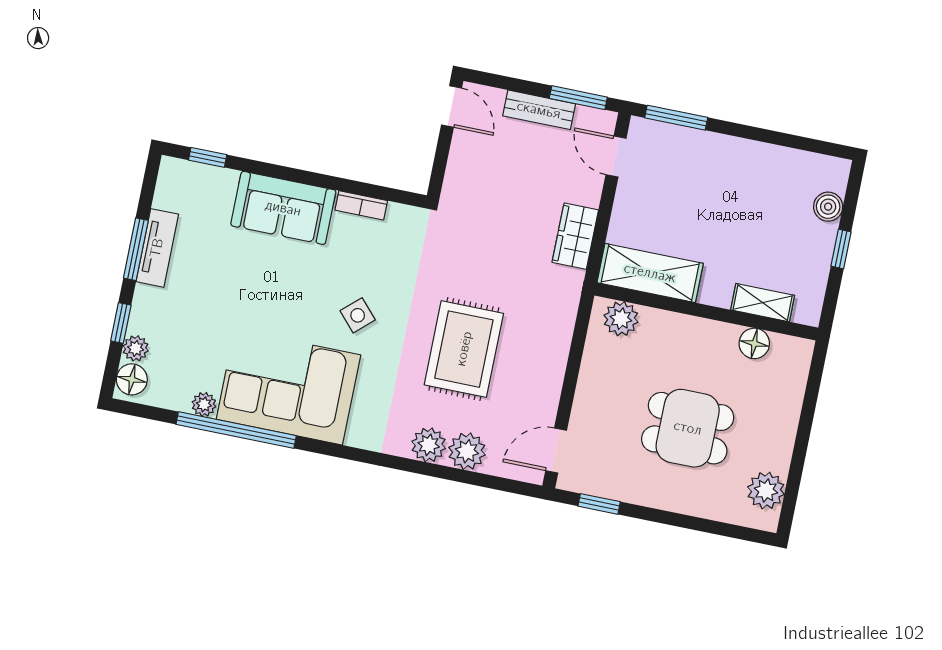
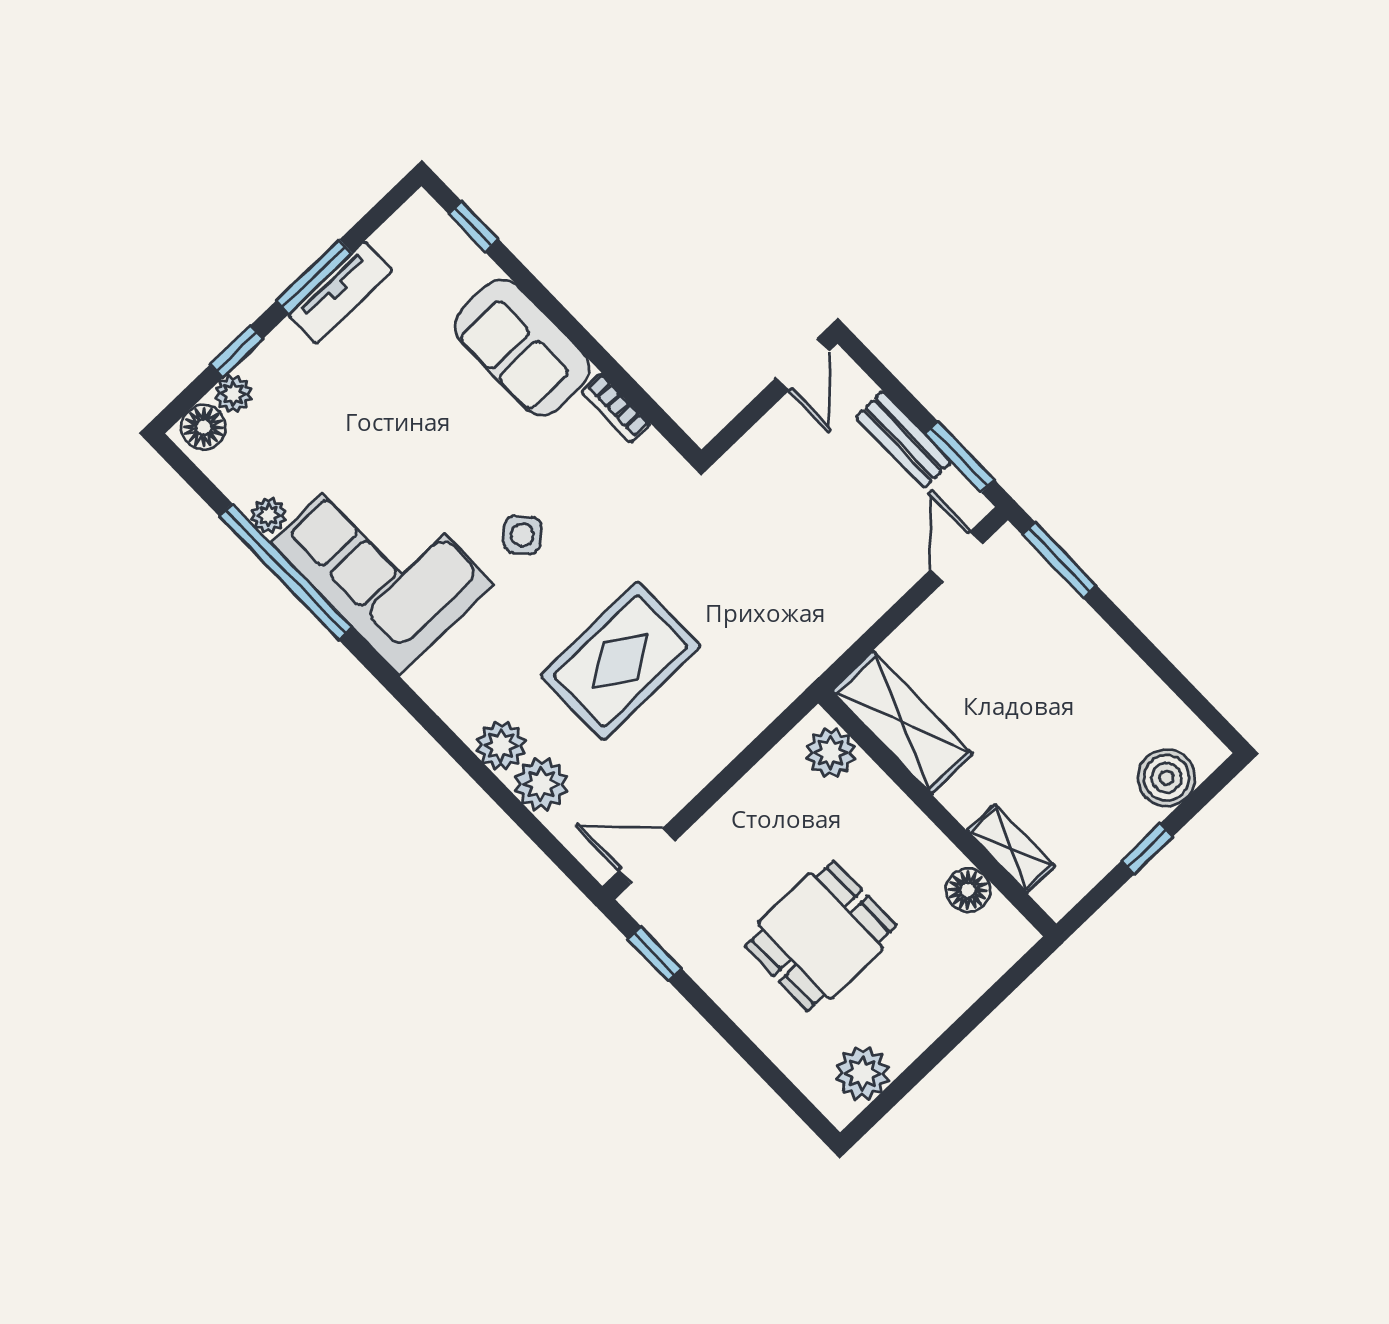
boiler: (828, 207) -> (1166, 778), width x1.36, depth x1.36
wardrobe: (575, 236) -> (844, 618), removed
dining table: (688, 428) -> (821, 936), turned 90

